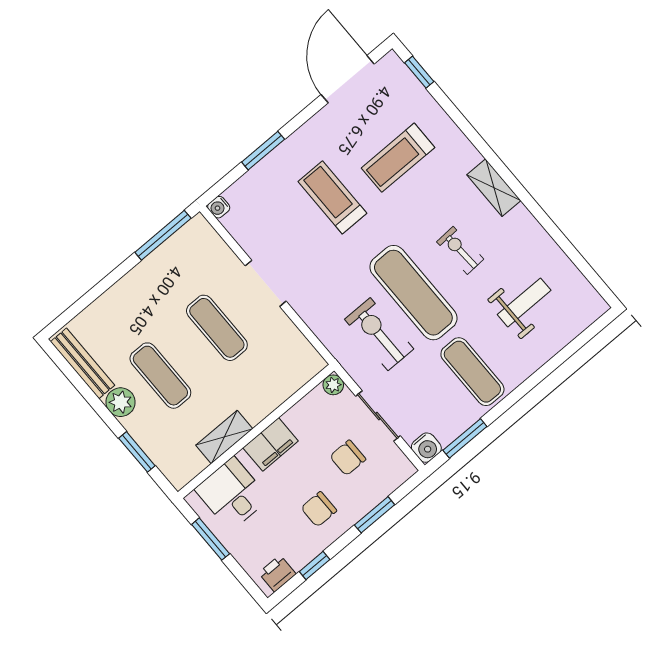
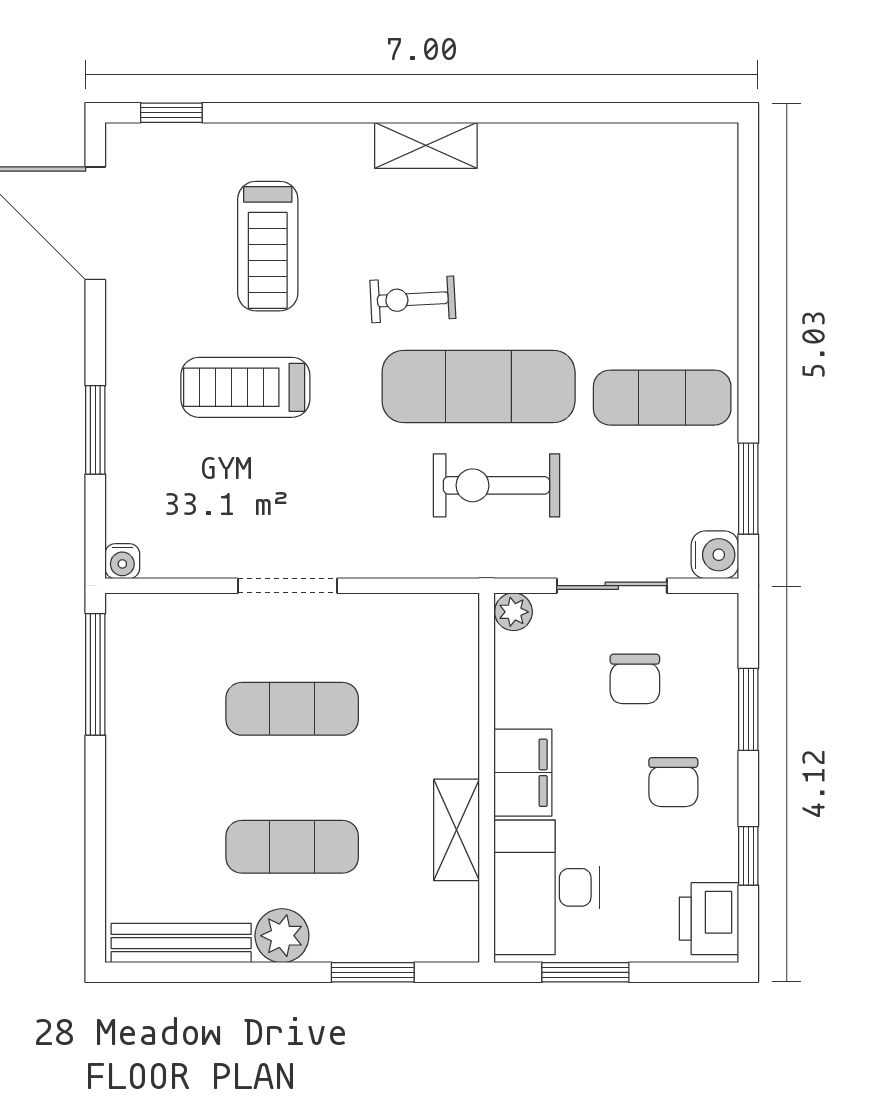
exercise bike: (460, 250) -> (413, 299), moved
weight bench: (524, 302) -> (626, 241), removed
desk: (232, 494) -> (547, 887), width x1.37
printer: (277, 573) -> (709, 919), width x1.36, depth x1.24

